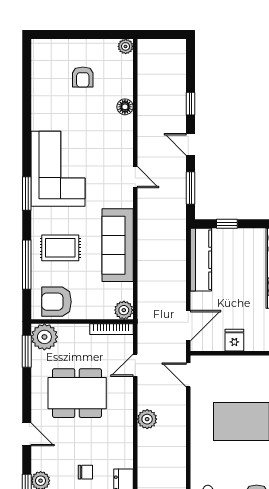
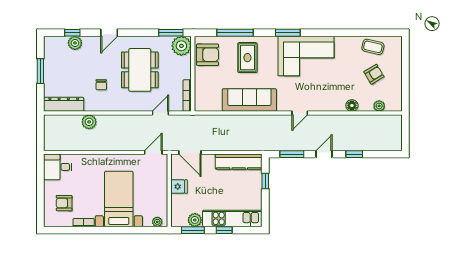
plant: (126, 46) -> (379, 106), moved
armchair: (83, 77) -> (374, 74), turned 149
coffee table: (46, 78) -> (373, 47), added
armchair: (56, 302) -> (208, 55), turned 90
plant: (124, 310) -> (201, 105), removed
door: (135, 365) -> (160, 113), hinge flipped
plant: (147, 419) -> (89, 122), moved
chair: (85, 472) -> (101, 85), moved

